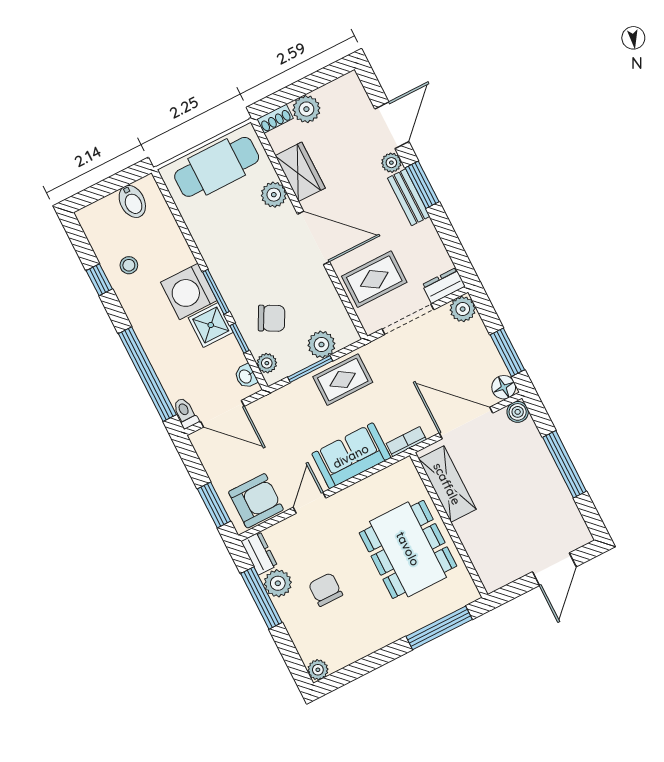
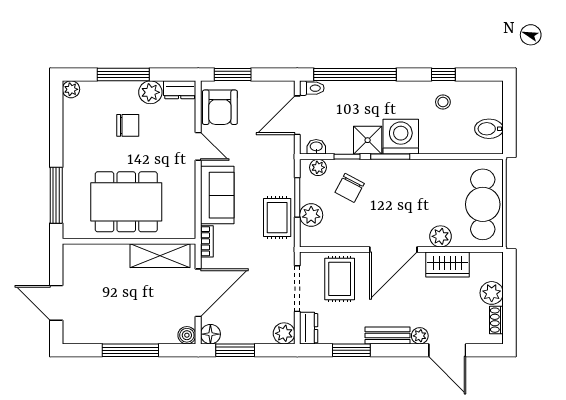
shoe rack: (275, 119) -> (496, 320), moved
window: (422, 185) -> (351, 350), moved
window: (261, 598) -> (123, 75), moved

